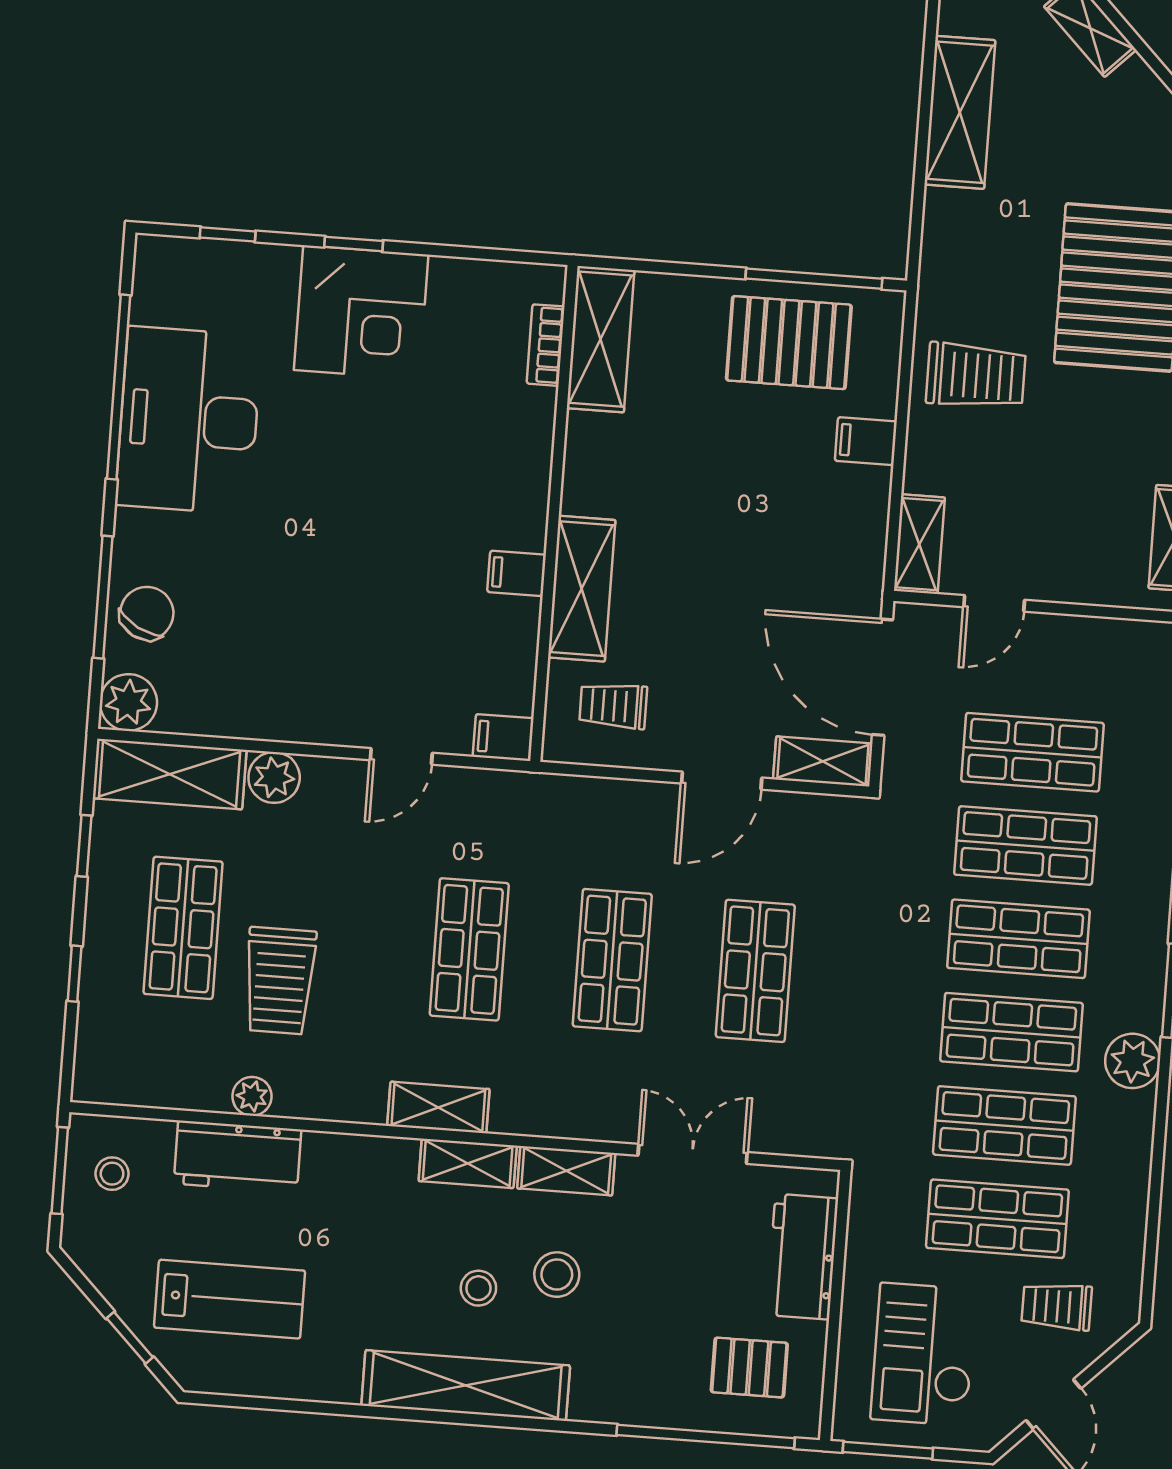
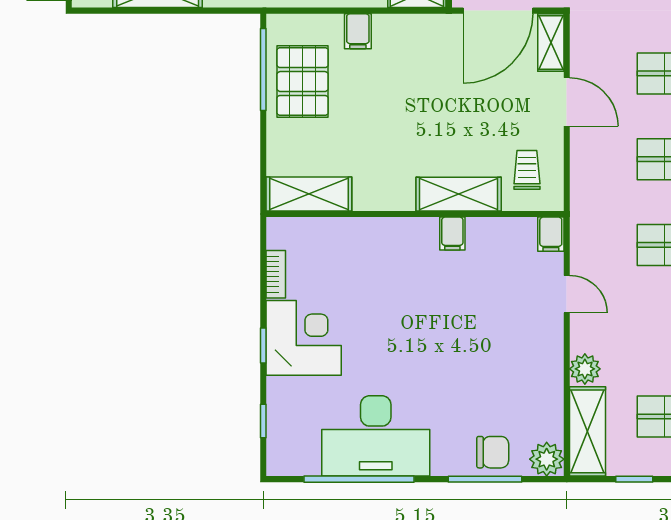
bookcase: (546, 345) -> (276, 274), moved, turned -90
chair: (147, 613) -> (493, 452), turned 152
trolley: (613, 706) -> (527, 170), turned 180

